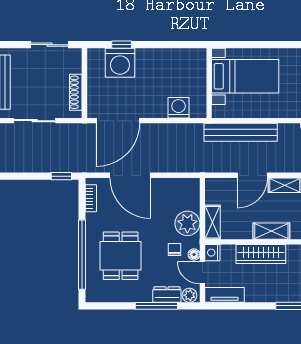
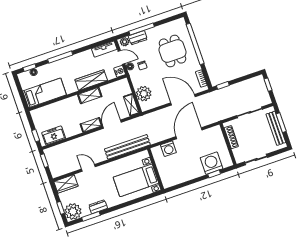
door: (118, 121) -> (189, 133), moved
shelving: (213, 222) -> (131, 105), moved
plant: (187, 223) -> (144, 94), moved

